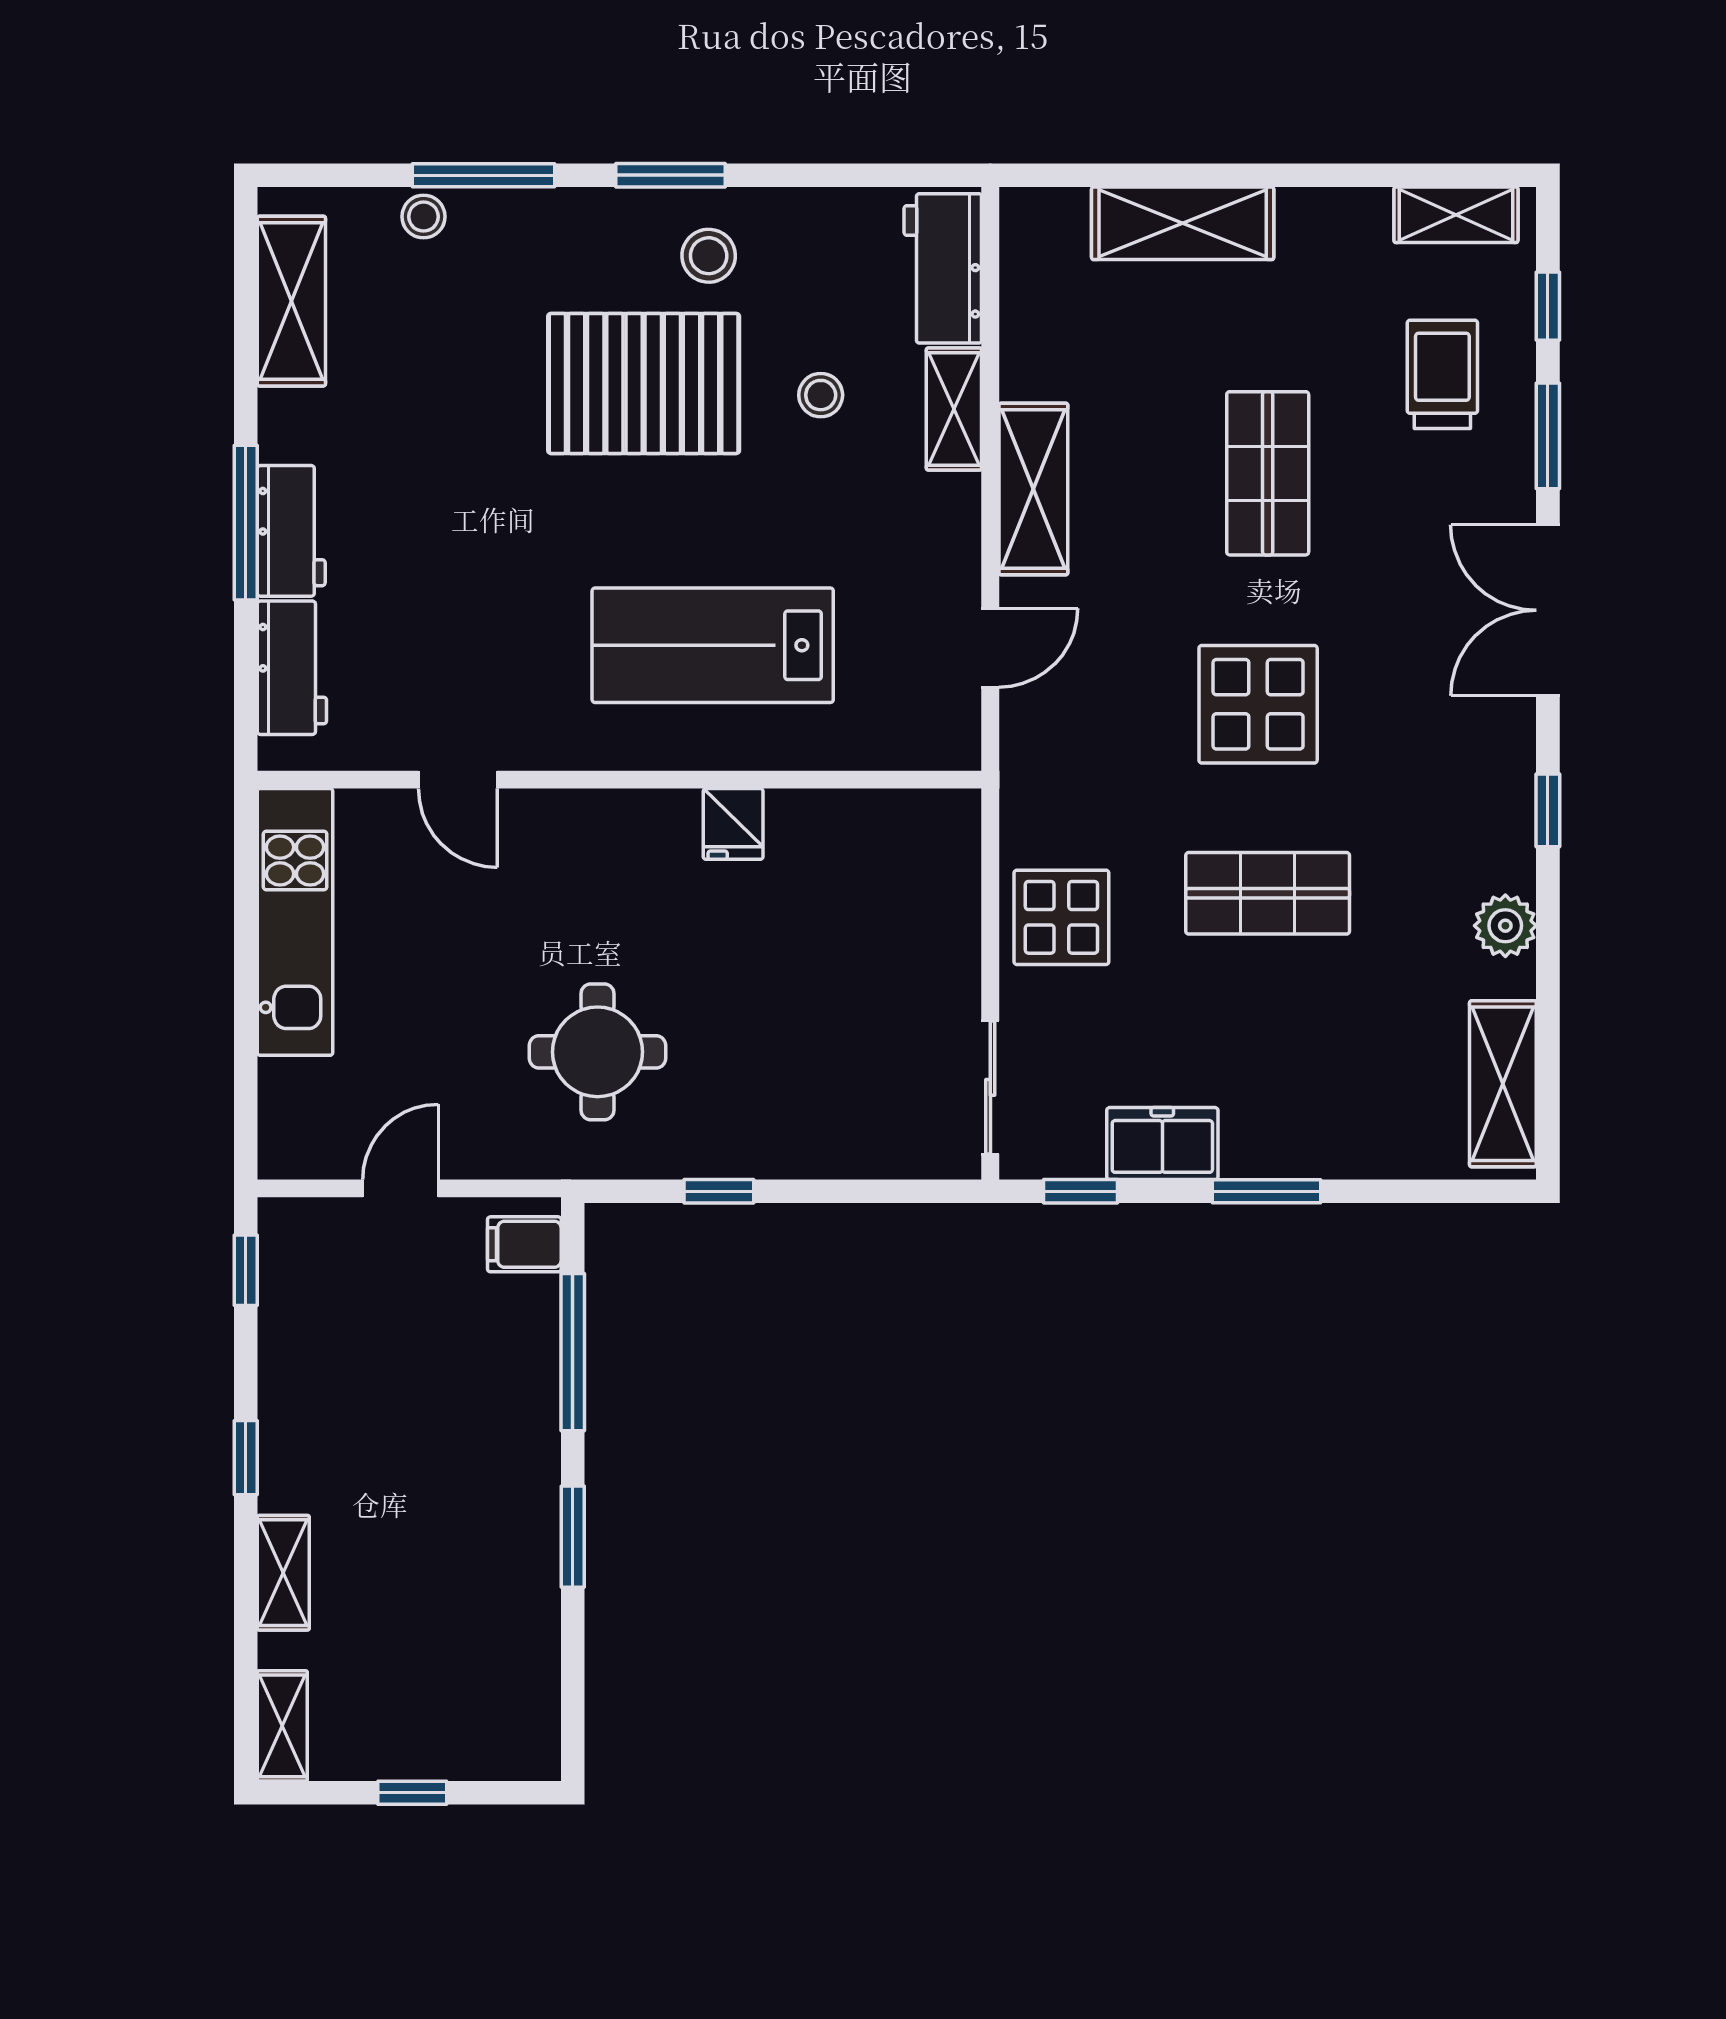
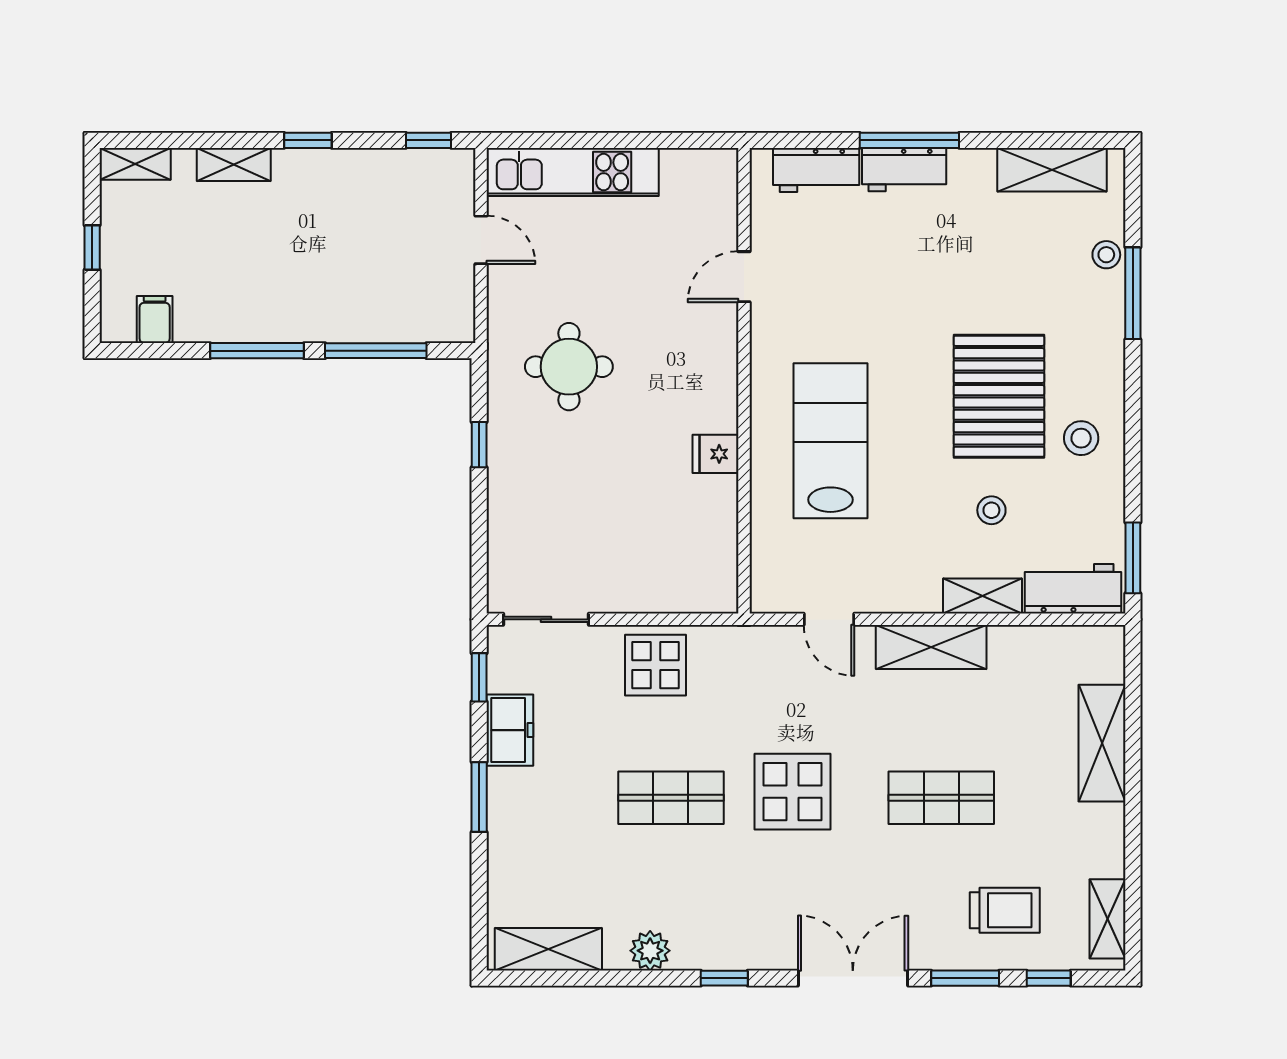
window: (670, 175) -> (1133, 558), moved
shop shelf: (1268, 893) -> (671, 798), turned 90
kitchen unit: (295, 922) -> (573, 172), moved
filing cabinet: (524, 1244) -> (155, 320), moved
window: (573, 1537) -> (257, 351), width x1.44

